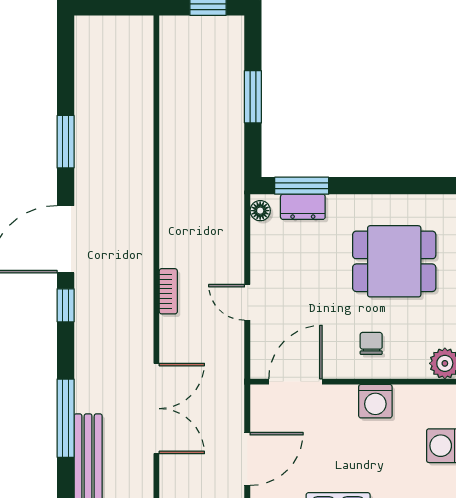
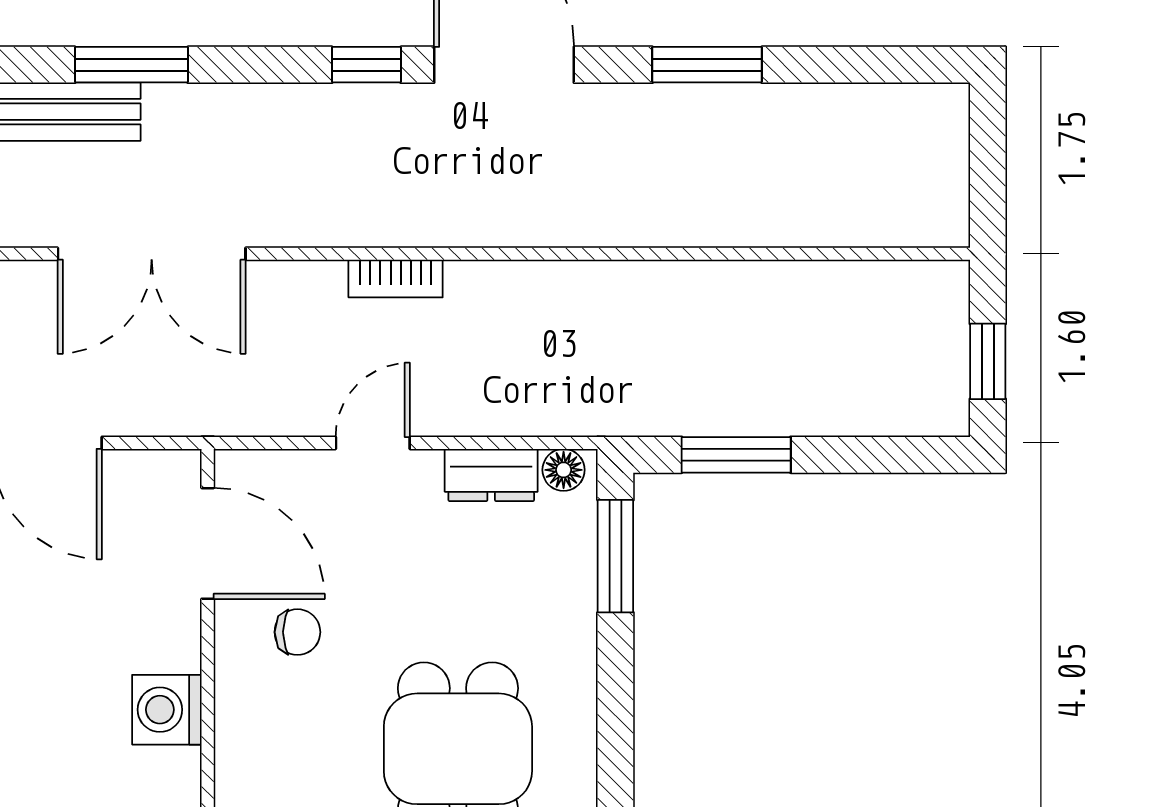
window: (253, 97) -> (736, 455), moved
dresser: (303, 207) -> (491, 475), moved, turned -90
chair: (371, 343) -> (297, 632), moved
window: (66, 418) -> (131, 65), width x0.69

